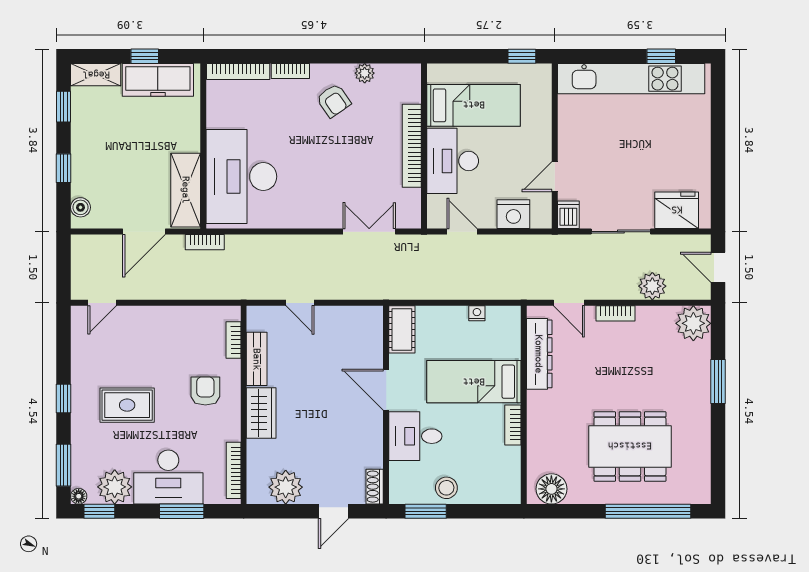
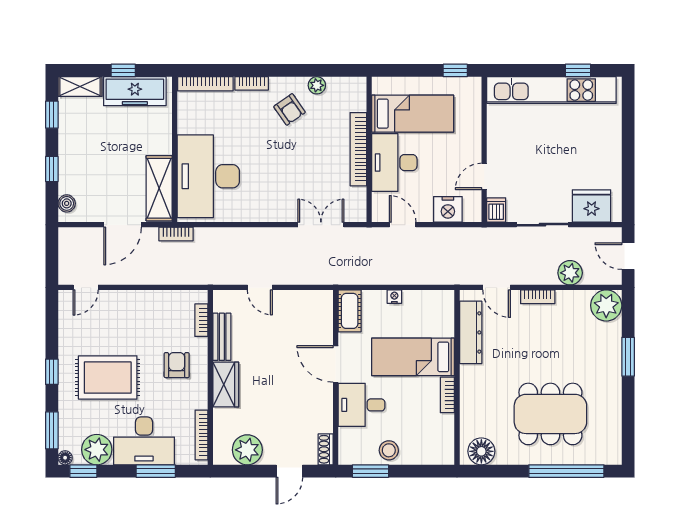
nightstand: (477, 313) -> (394, 297), moved
rug: (127, 405) -> (108, 378), width x1.36, depth x1.43

